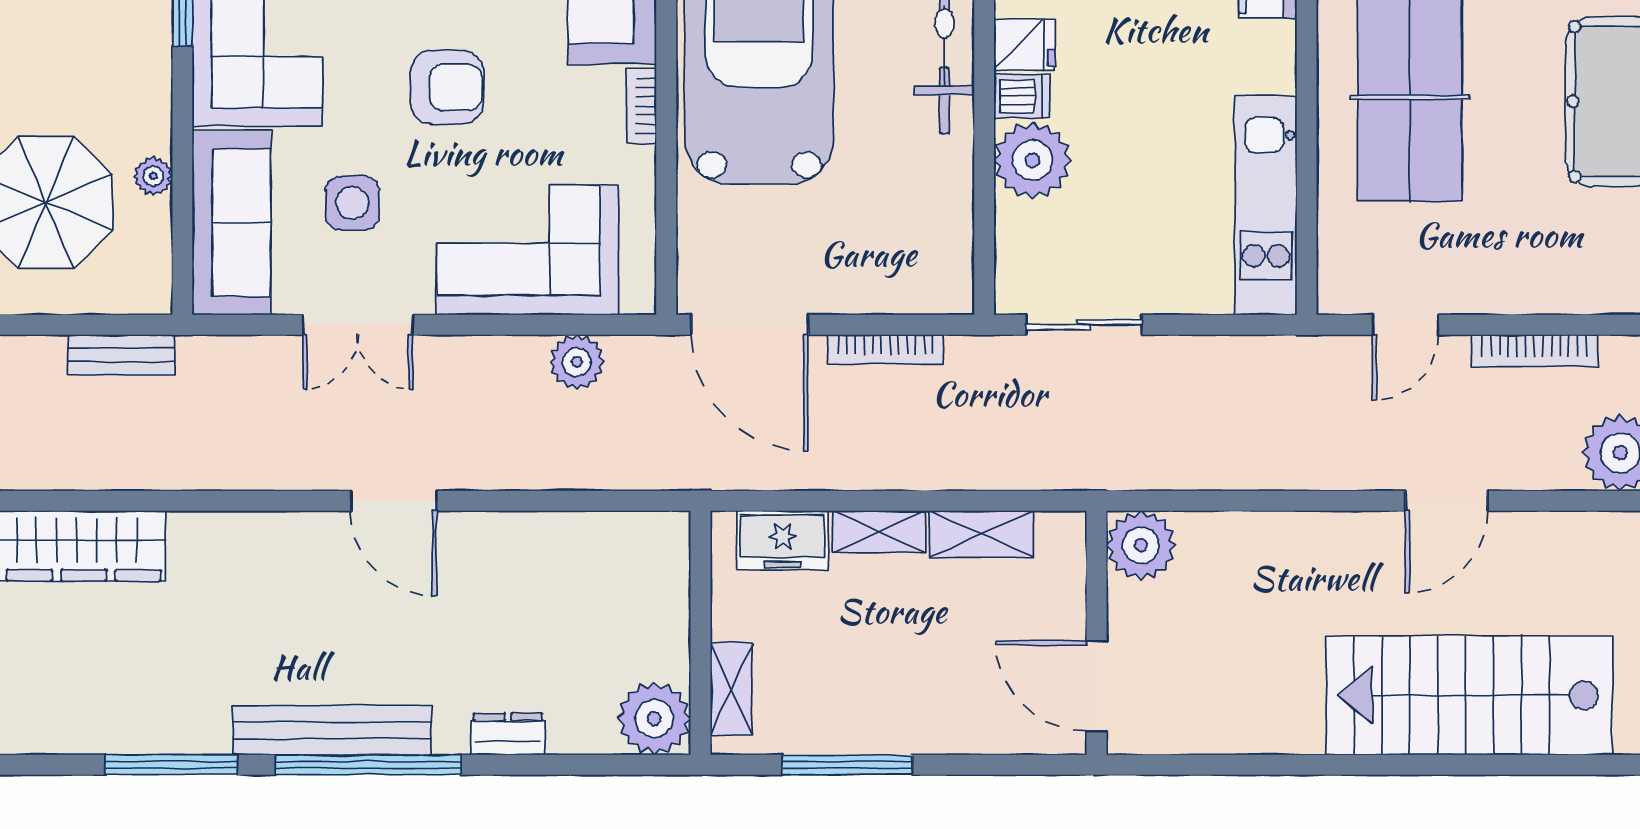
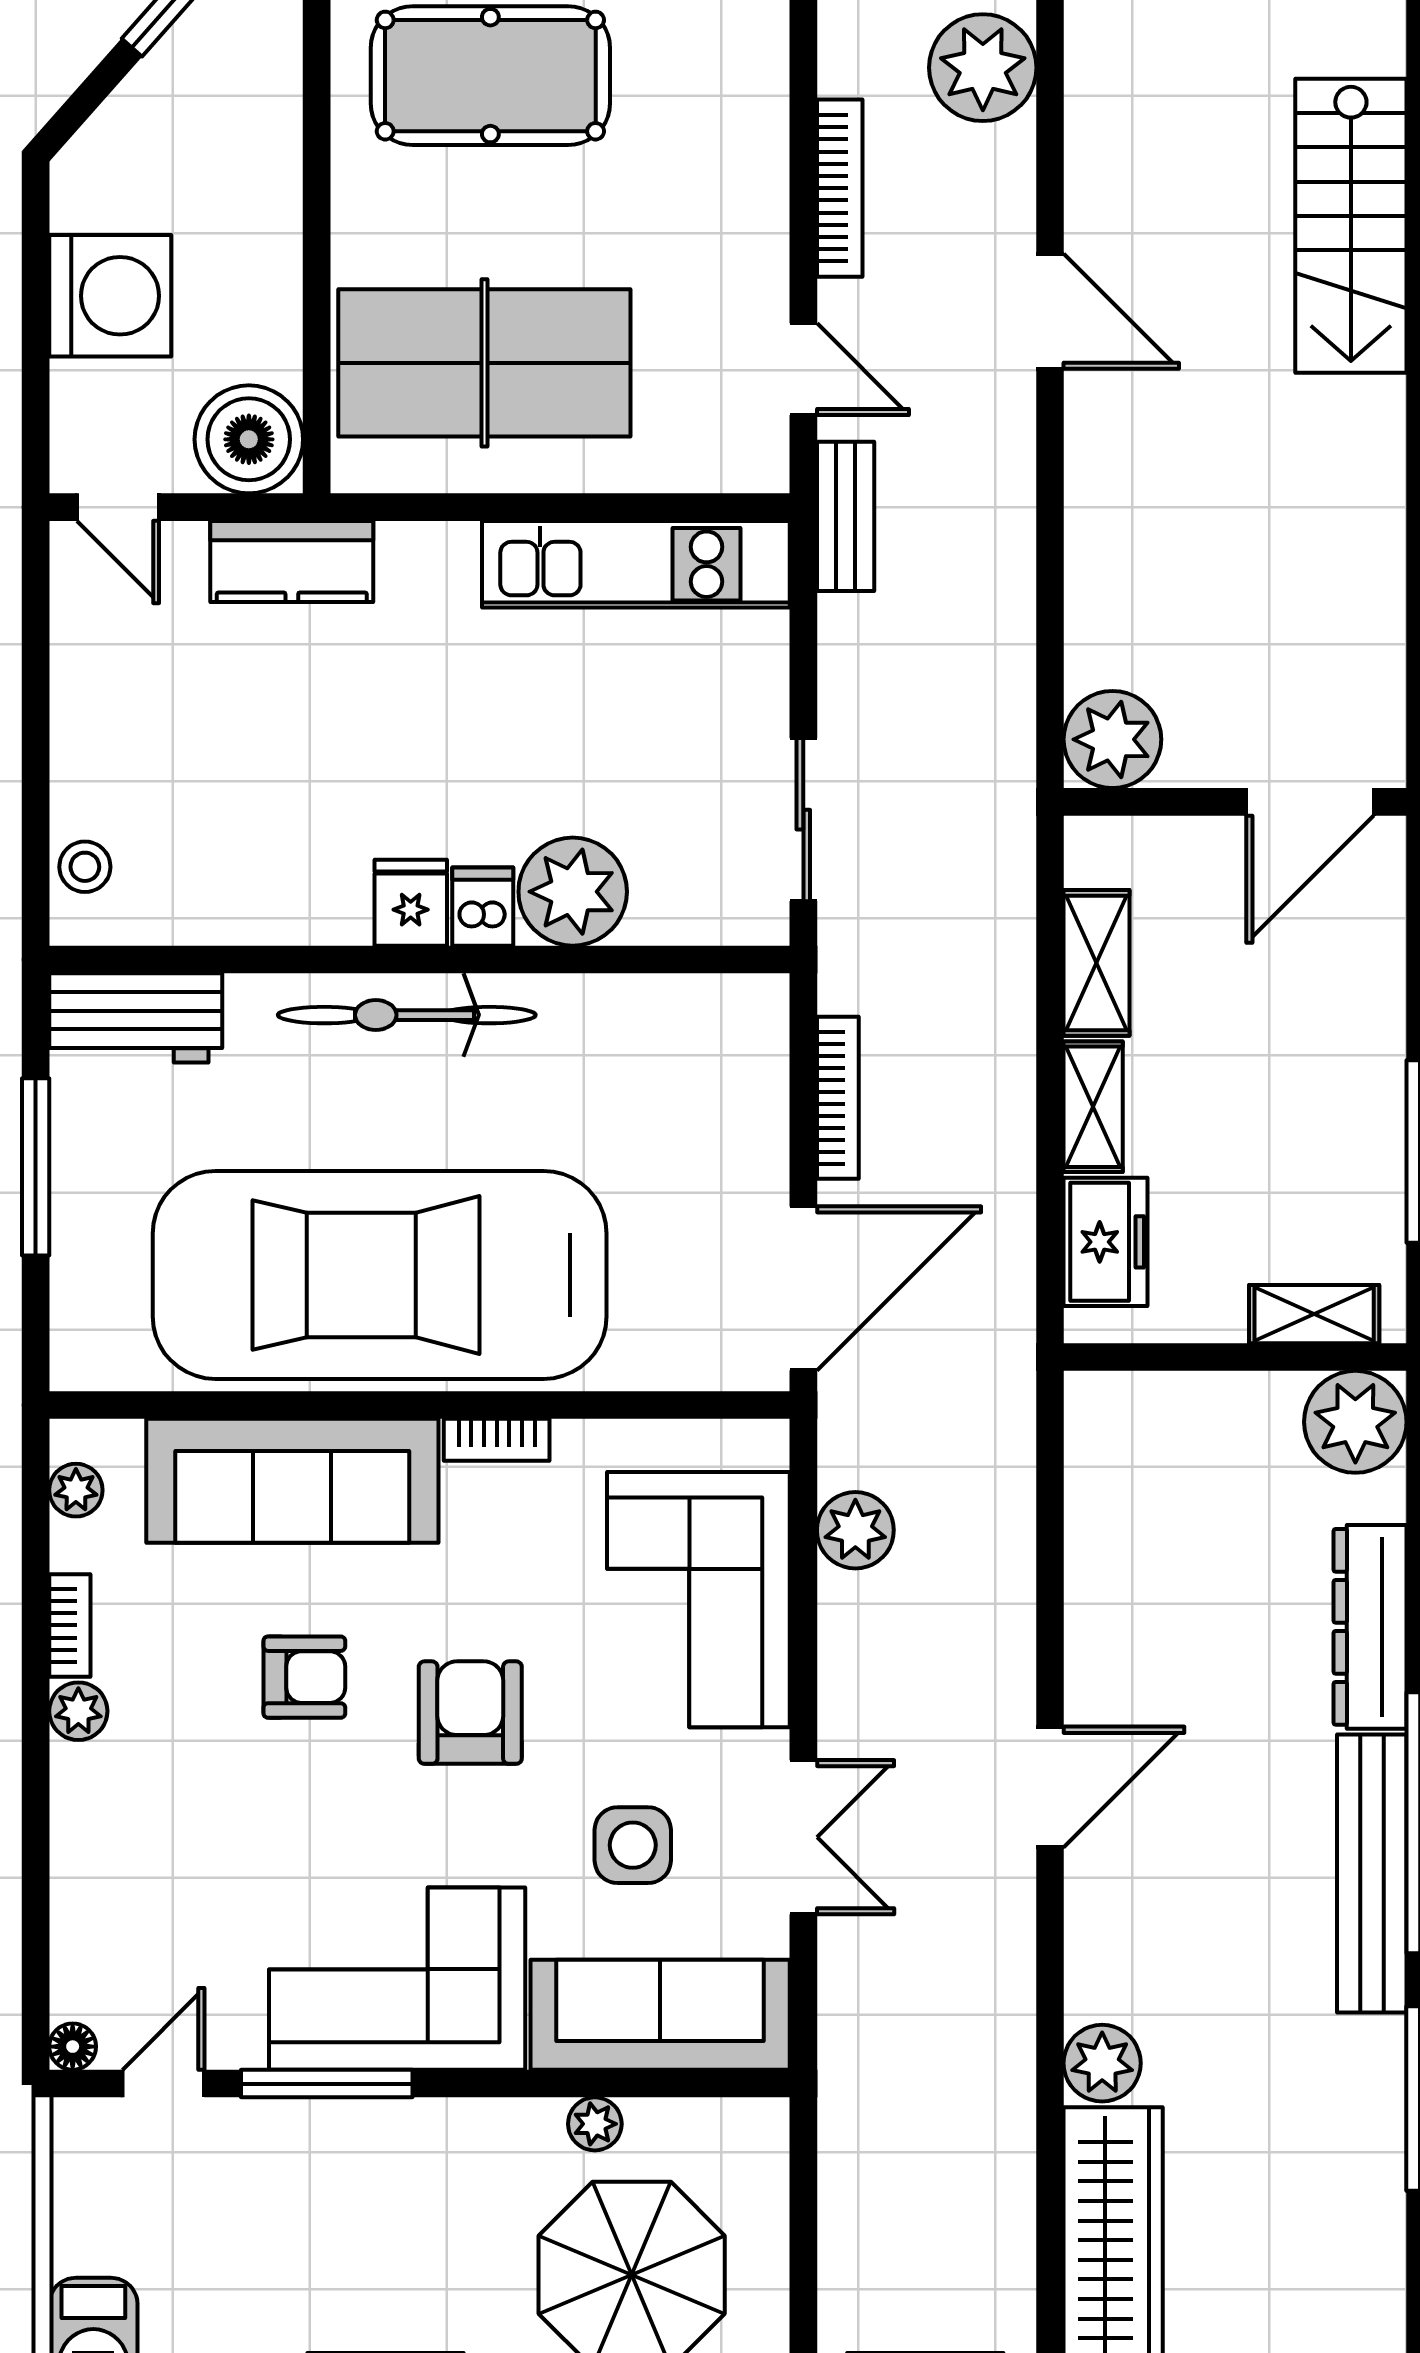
bench: (121, 355) -> (846, 516), moved
plant: (197, 538) -> (1102, 2063), added
stairs: (1469, 695) -> (1351, 226), width x0.73, depth x0.66
dresser: (508, 734) -> (1370, 1627), width x1.96, depth x1.24

